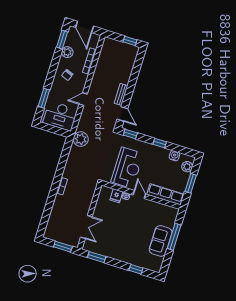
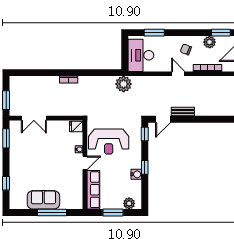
door: (83, 99) -> (178, 74), moved
water cooler: (174, 156) -> (136, 174), moved
fridge: (116, 196) -> (76, 127), moved

